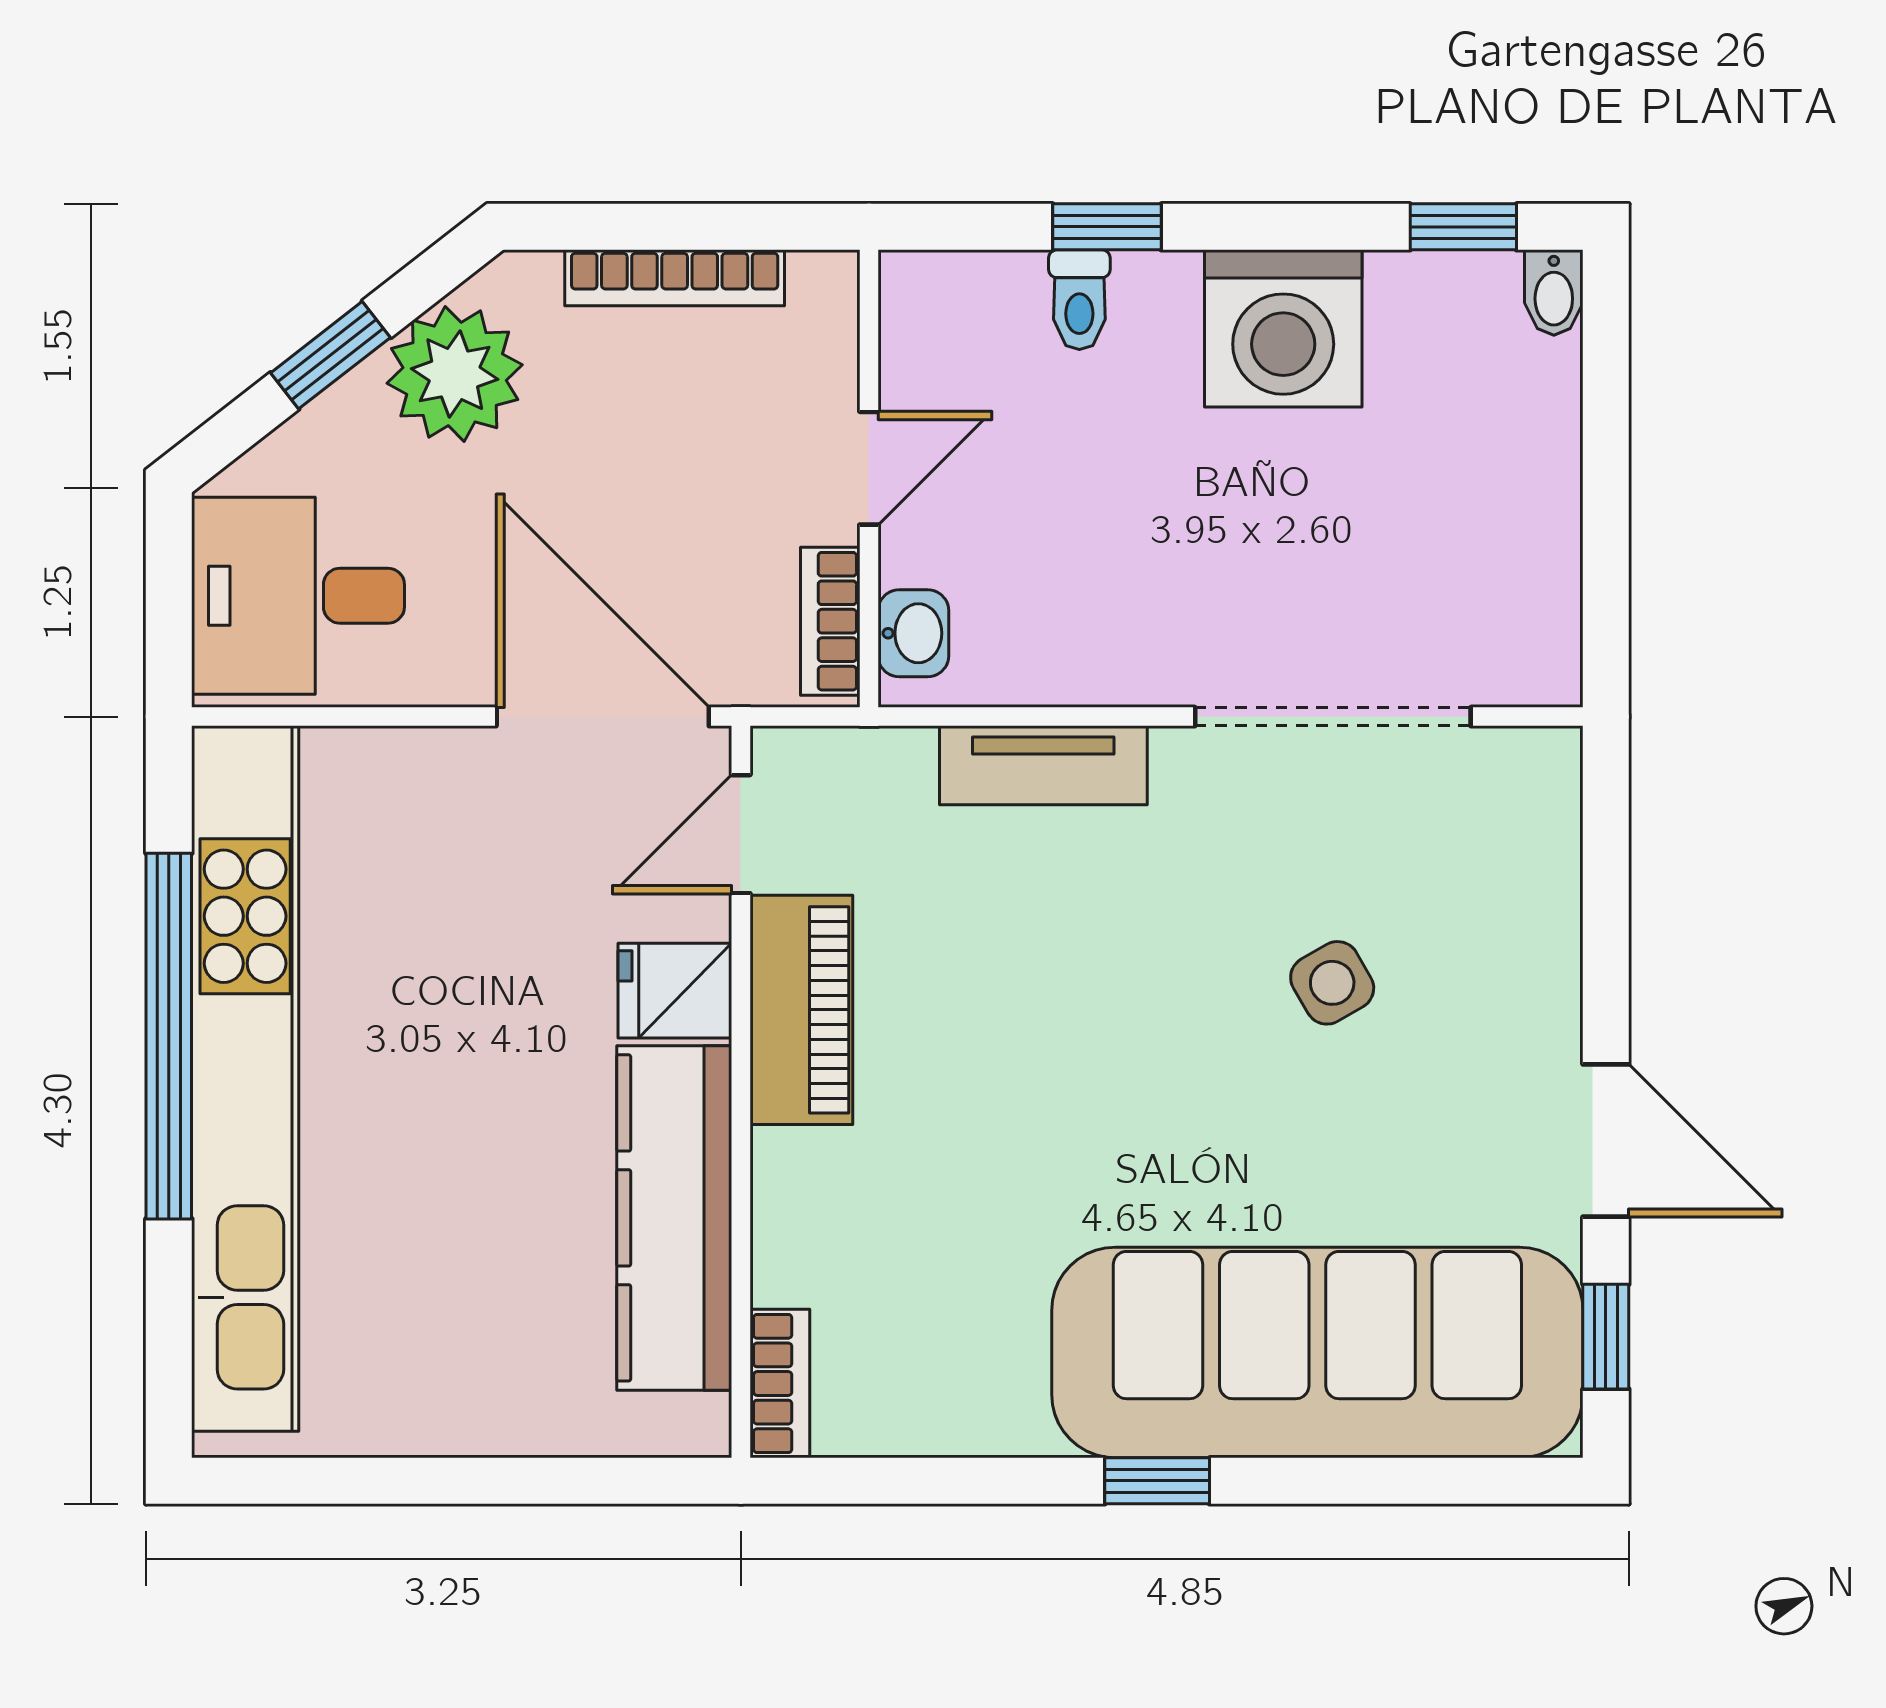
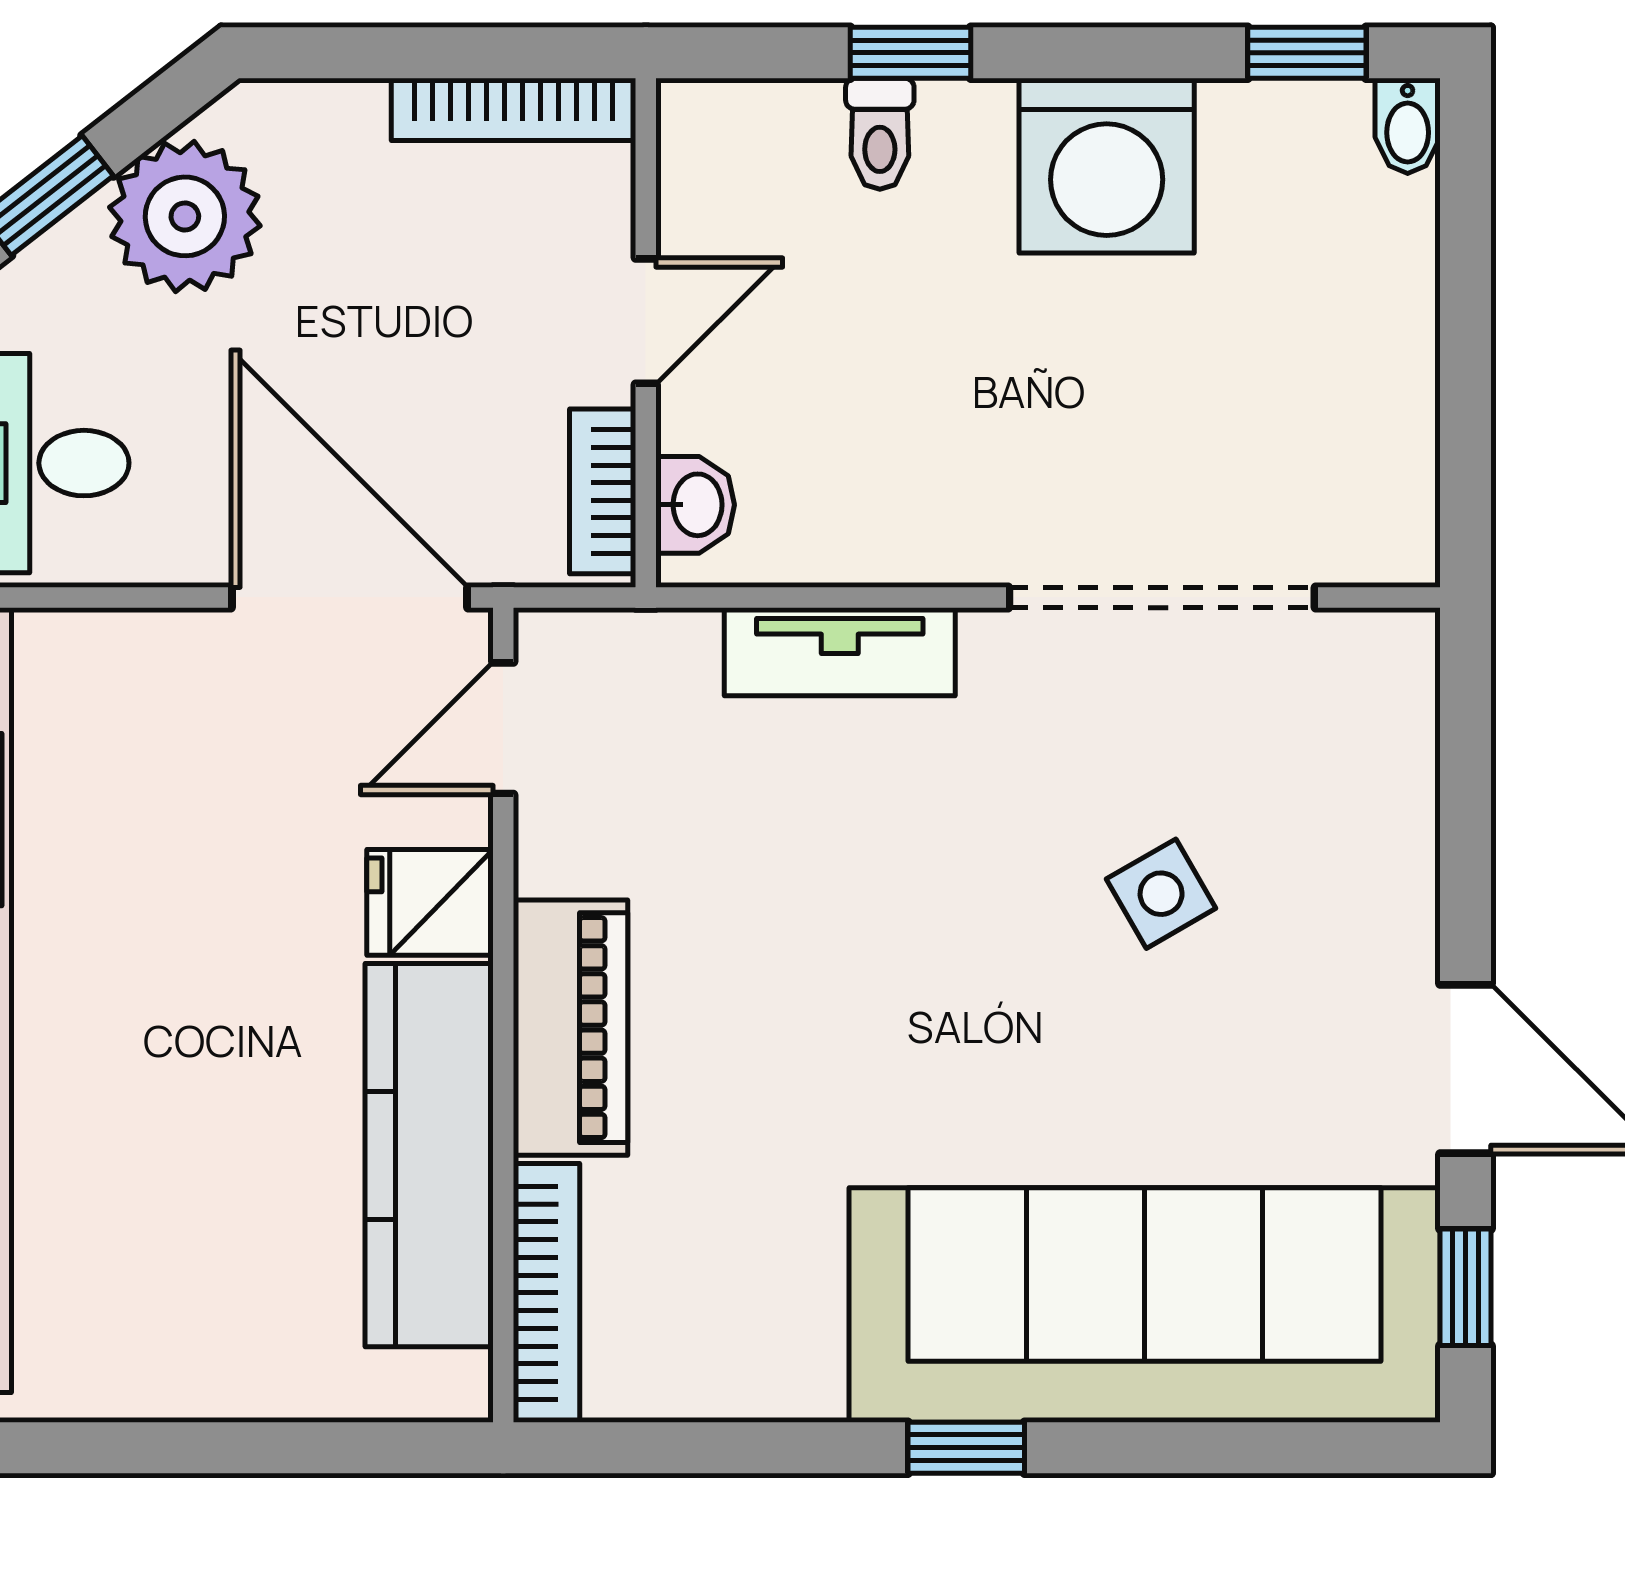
bookcase: (675, 278) -> (513, 109), moved
piano: (801, 1010) -> (571, 1028), moved
bookcase: (780, 1384) -> (547, 1293), width x1.56

